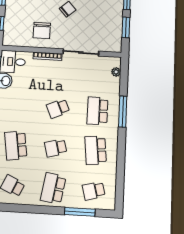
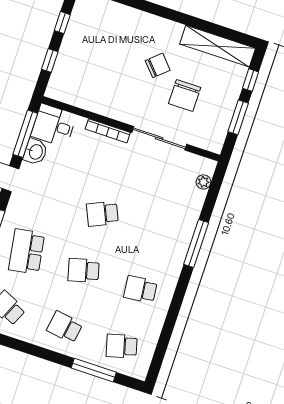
chair: (42, 31) -> (185, 95), moved
school desk: (97, 111) -> (159, 233), removed
school desk: (96, 150) -> (140, 289), width x0.54
school desk: (53, 188) -> (65, 327), width x0.54

